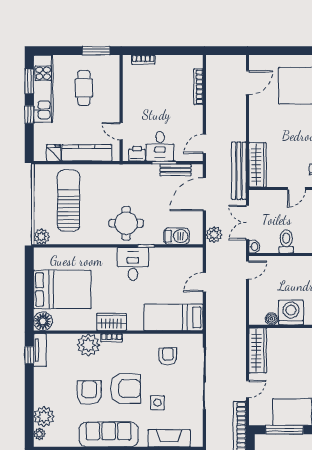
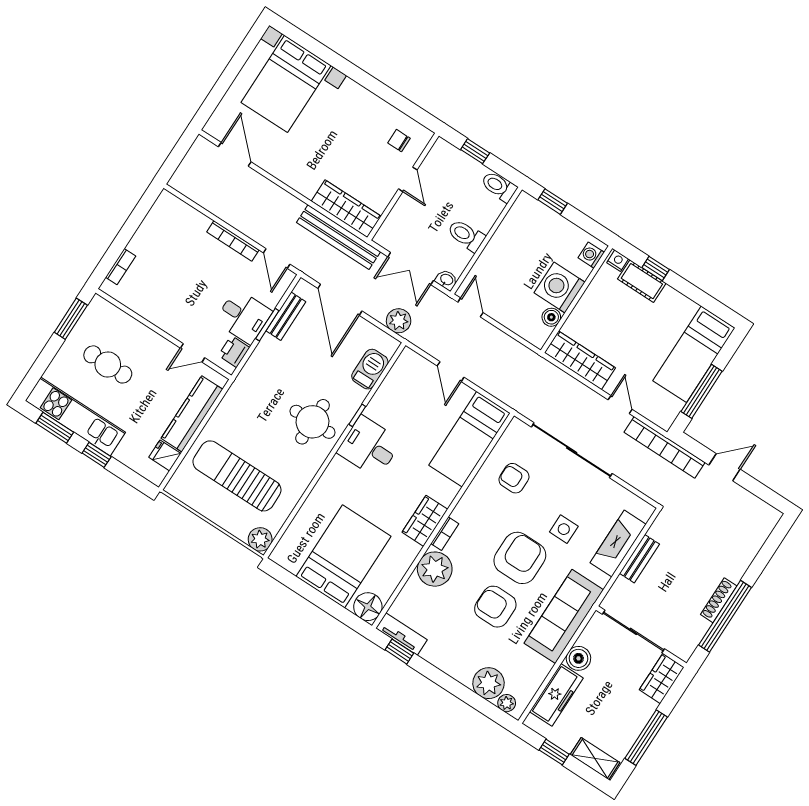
bookcase: (198, 87) -> (233, 241), moved

